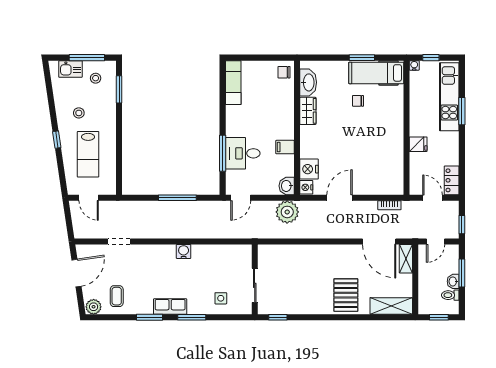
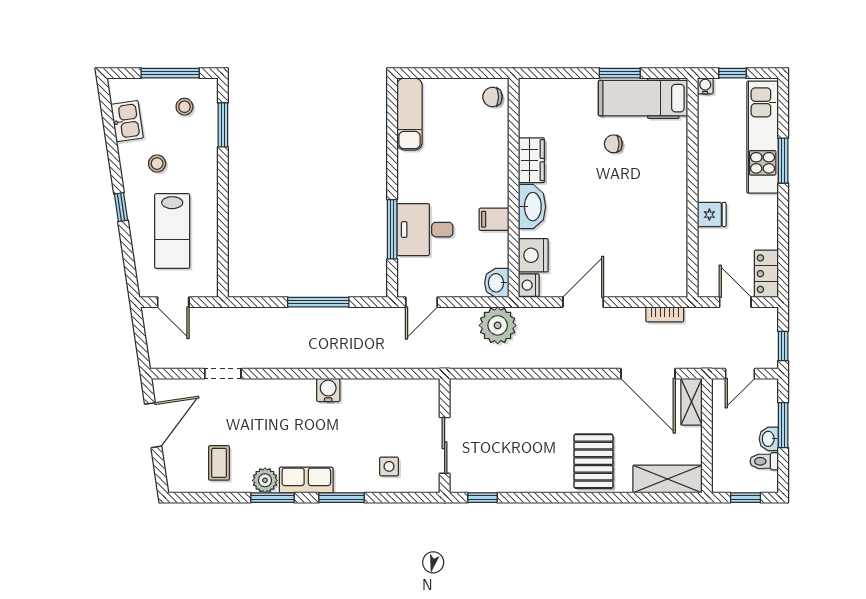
kitchen sink: (70, 69) -> (127, 121), moved, turned -98
washbasin: (308, 82) -> (532, 207), moved
plant: (94, 307) -> (265, 480), moved

